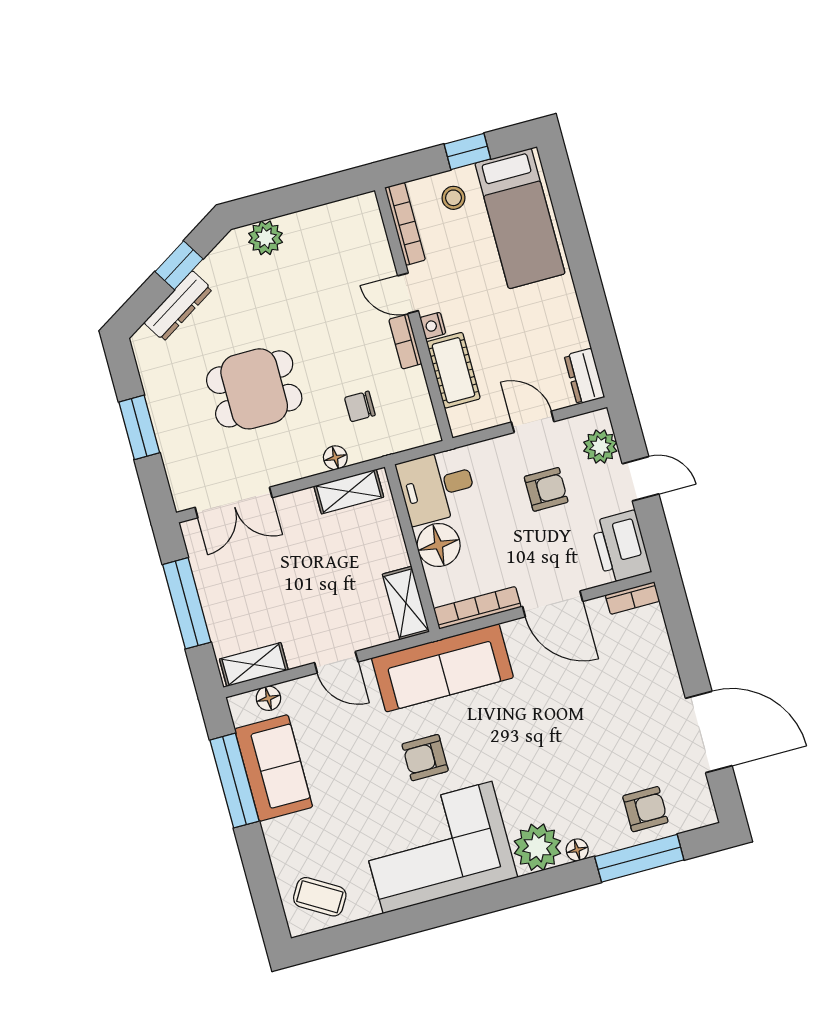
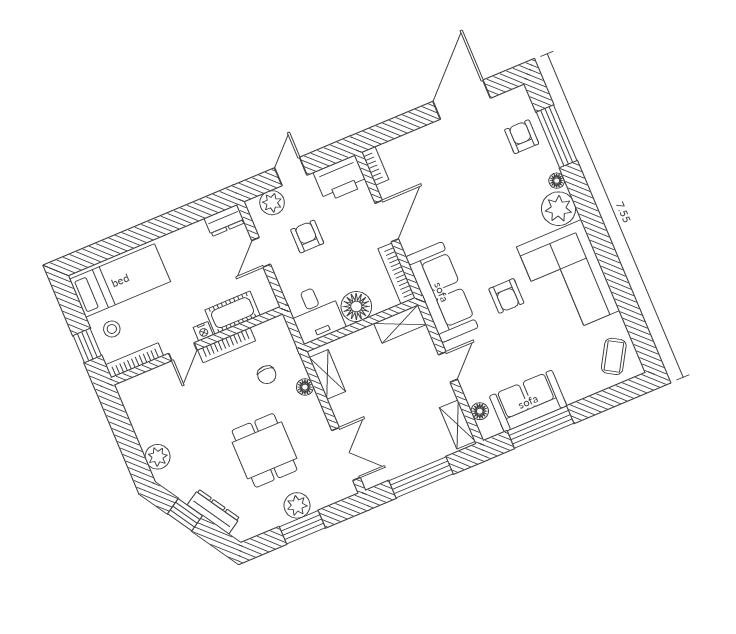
window: (467, 151) -> (87, 345), moved
bookcase: (405, 342) -> (227, 345), width x1.56
plant: (171, 424) -> (297, 505), added

